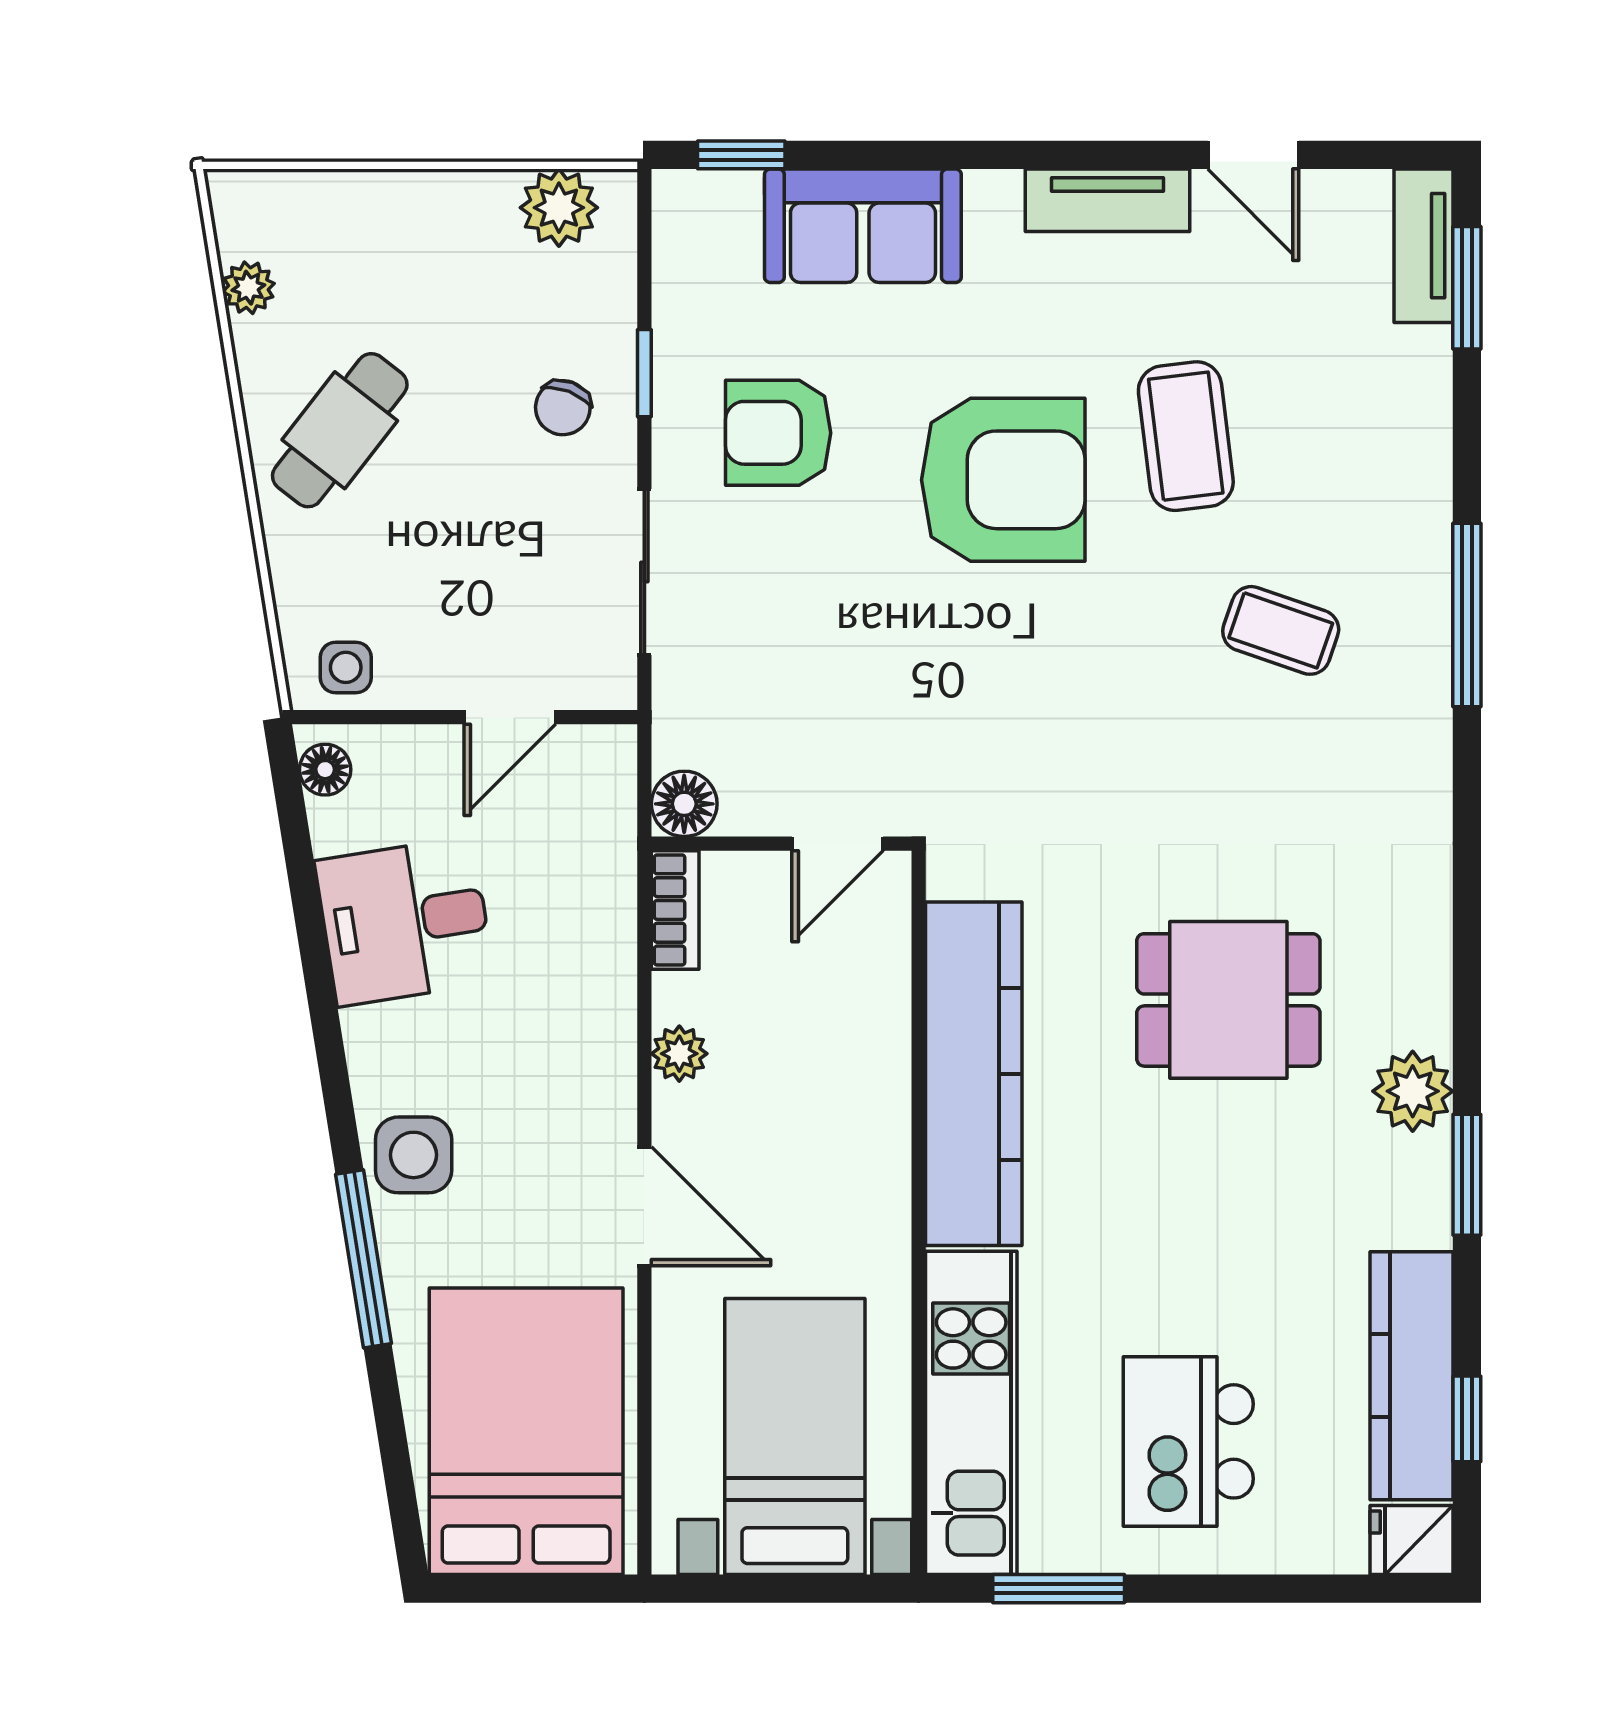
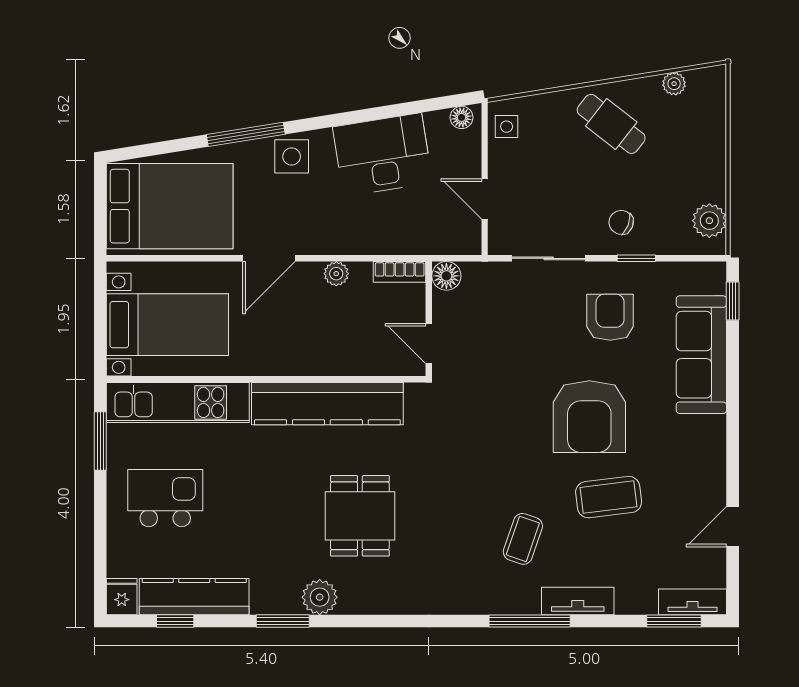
tv unit: (1107, 200) -> (578, 601), moved, turned 90
sofa: (863, 226) -> (701, 355), width x1.36
desk: (405, 921) -> (382, 155), width x1.37

